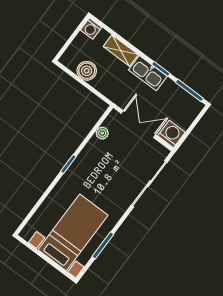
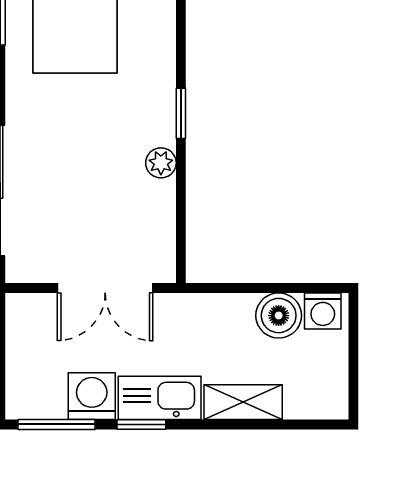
washing machine: (91, 29) -> (323, 311), moved, turned 180
plant: (102, 133) -> (161, 163), moved
washing machine: (171, 134) -> (92, 396), moved, turned 180

